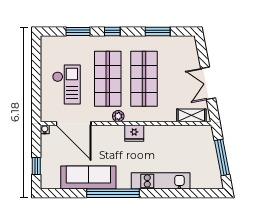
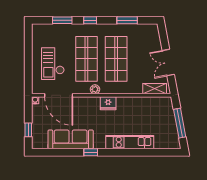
checkout: (66, 85) -> (53, 64), turned 180
window: (113, 193) -> (91, 152), width x0.32

